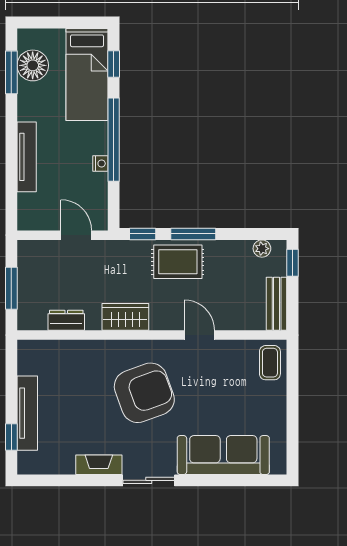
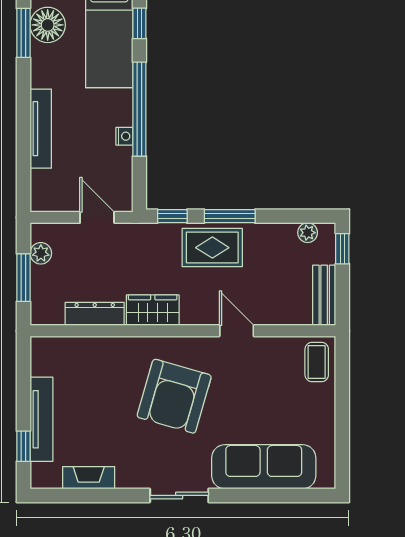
plant: (27, 267) -> (41, 253), added
dresser: (66, 320) -> (95, 314), width x1.44
armchair: (144, 393) -> (174, 396), turned 126
fireplace: (99, 465) -> (89, 478), moved

